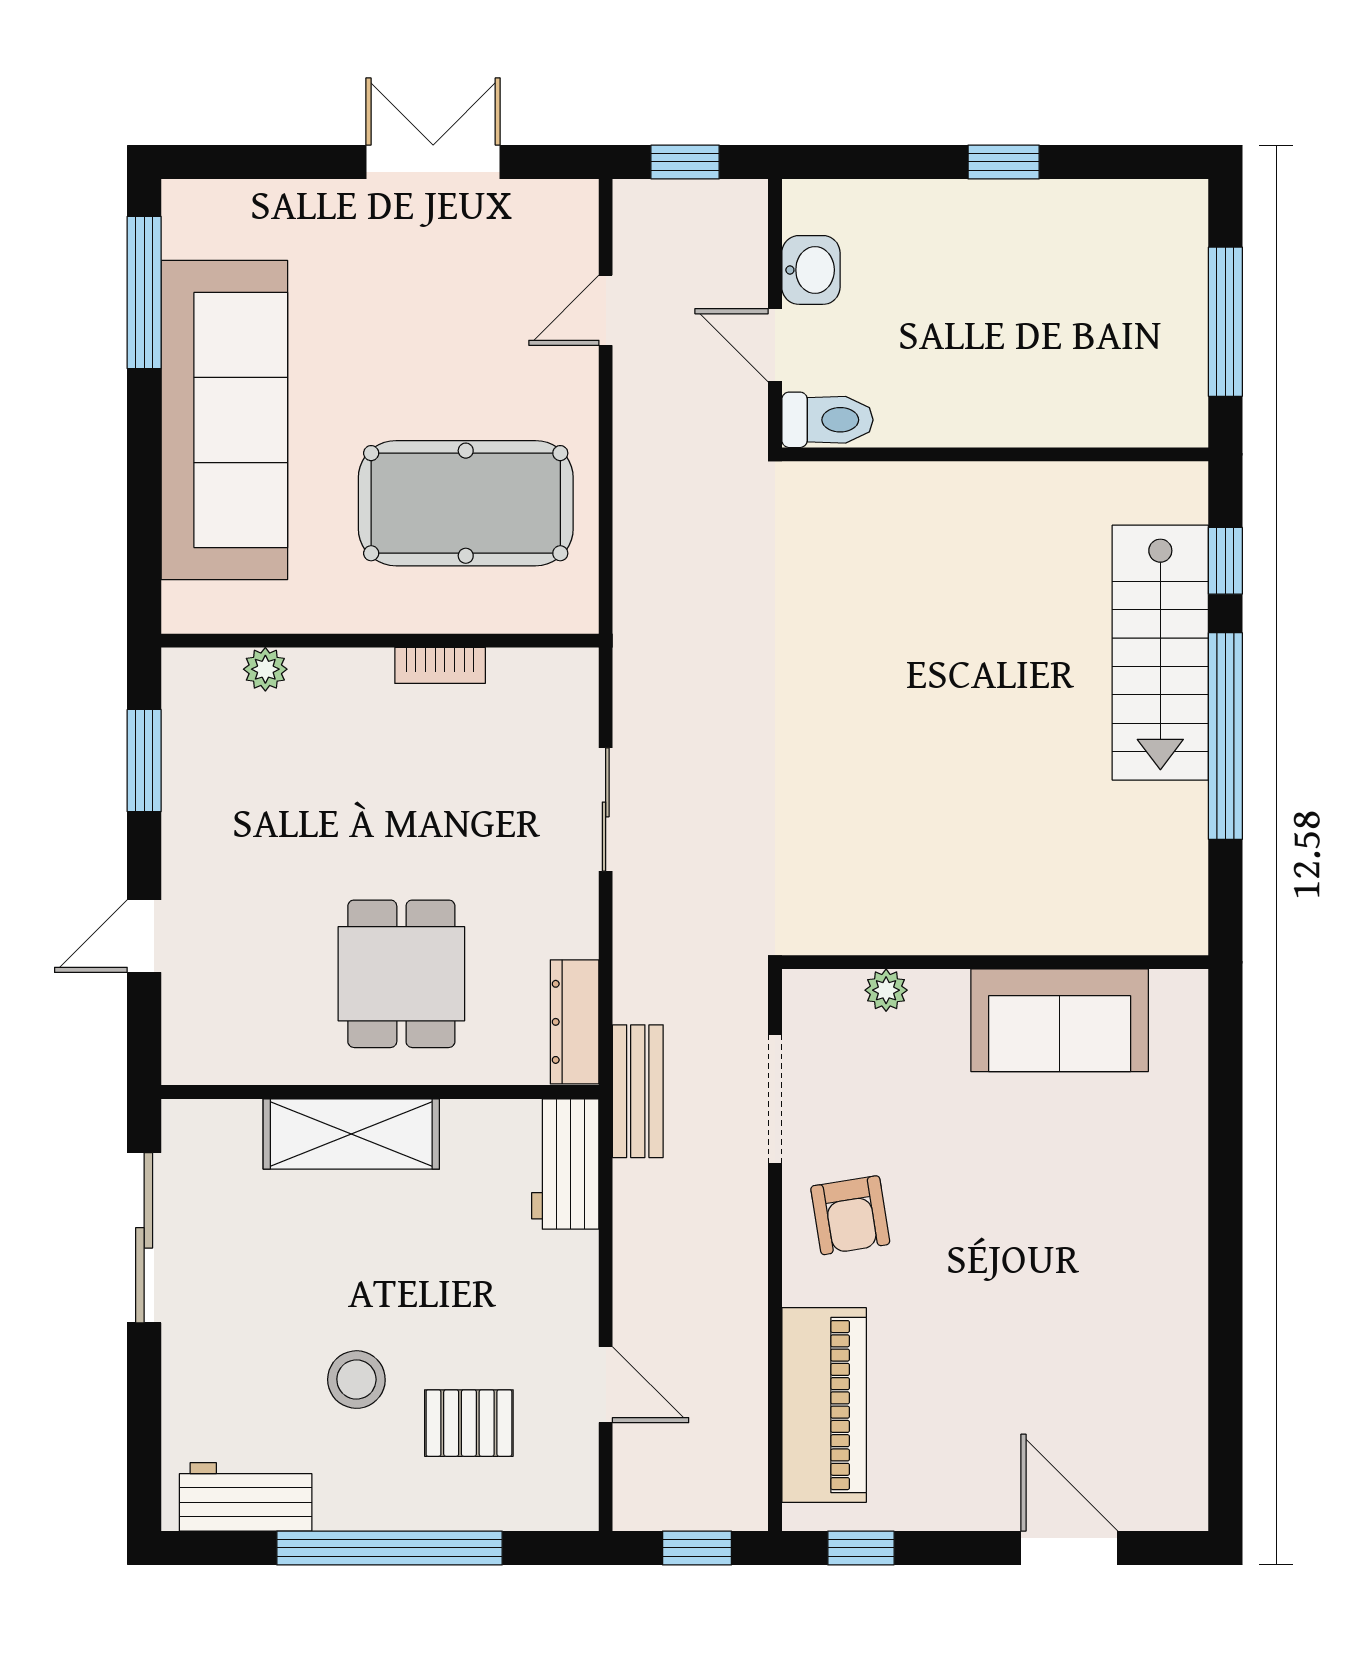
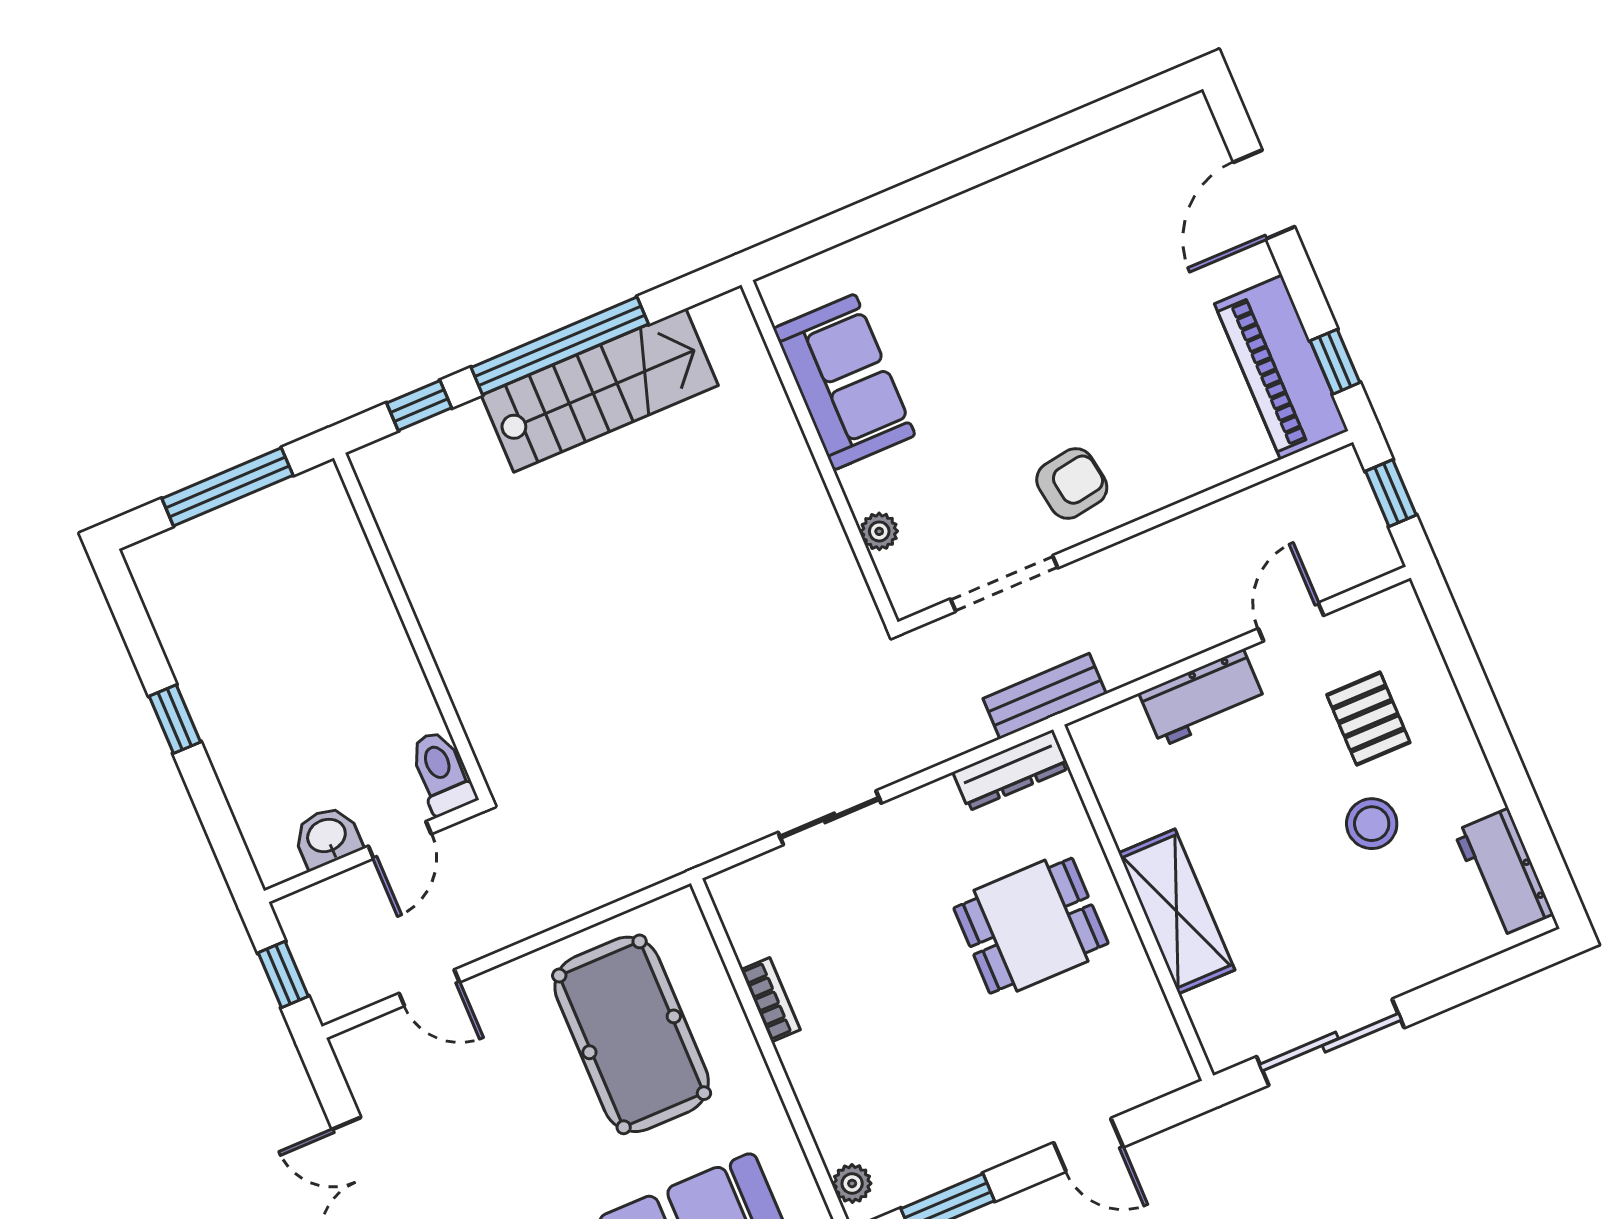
stairs: (1160, 653) -> (600, 390), moved
plant: (265, 669) -> (852, 1183), moved
workbench: (565, 1164) -> (1202, 698), moved
piano: (824, 1405) -> (1281, 367), moved, turned -90
window: (389, 1548) -> (1496, 740), removed

